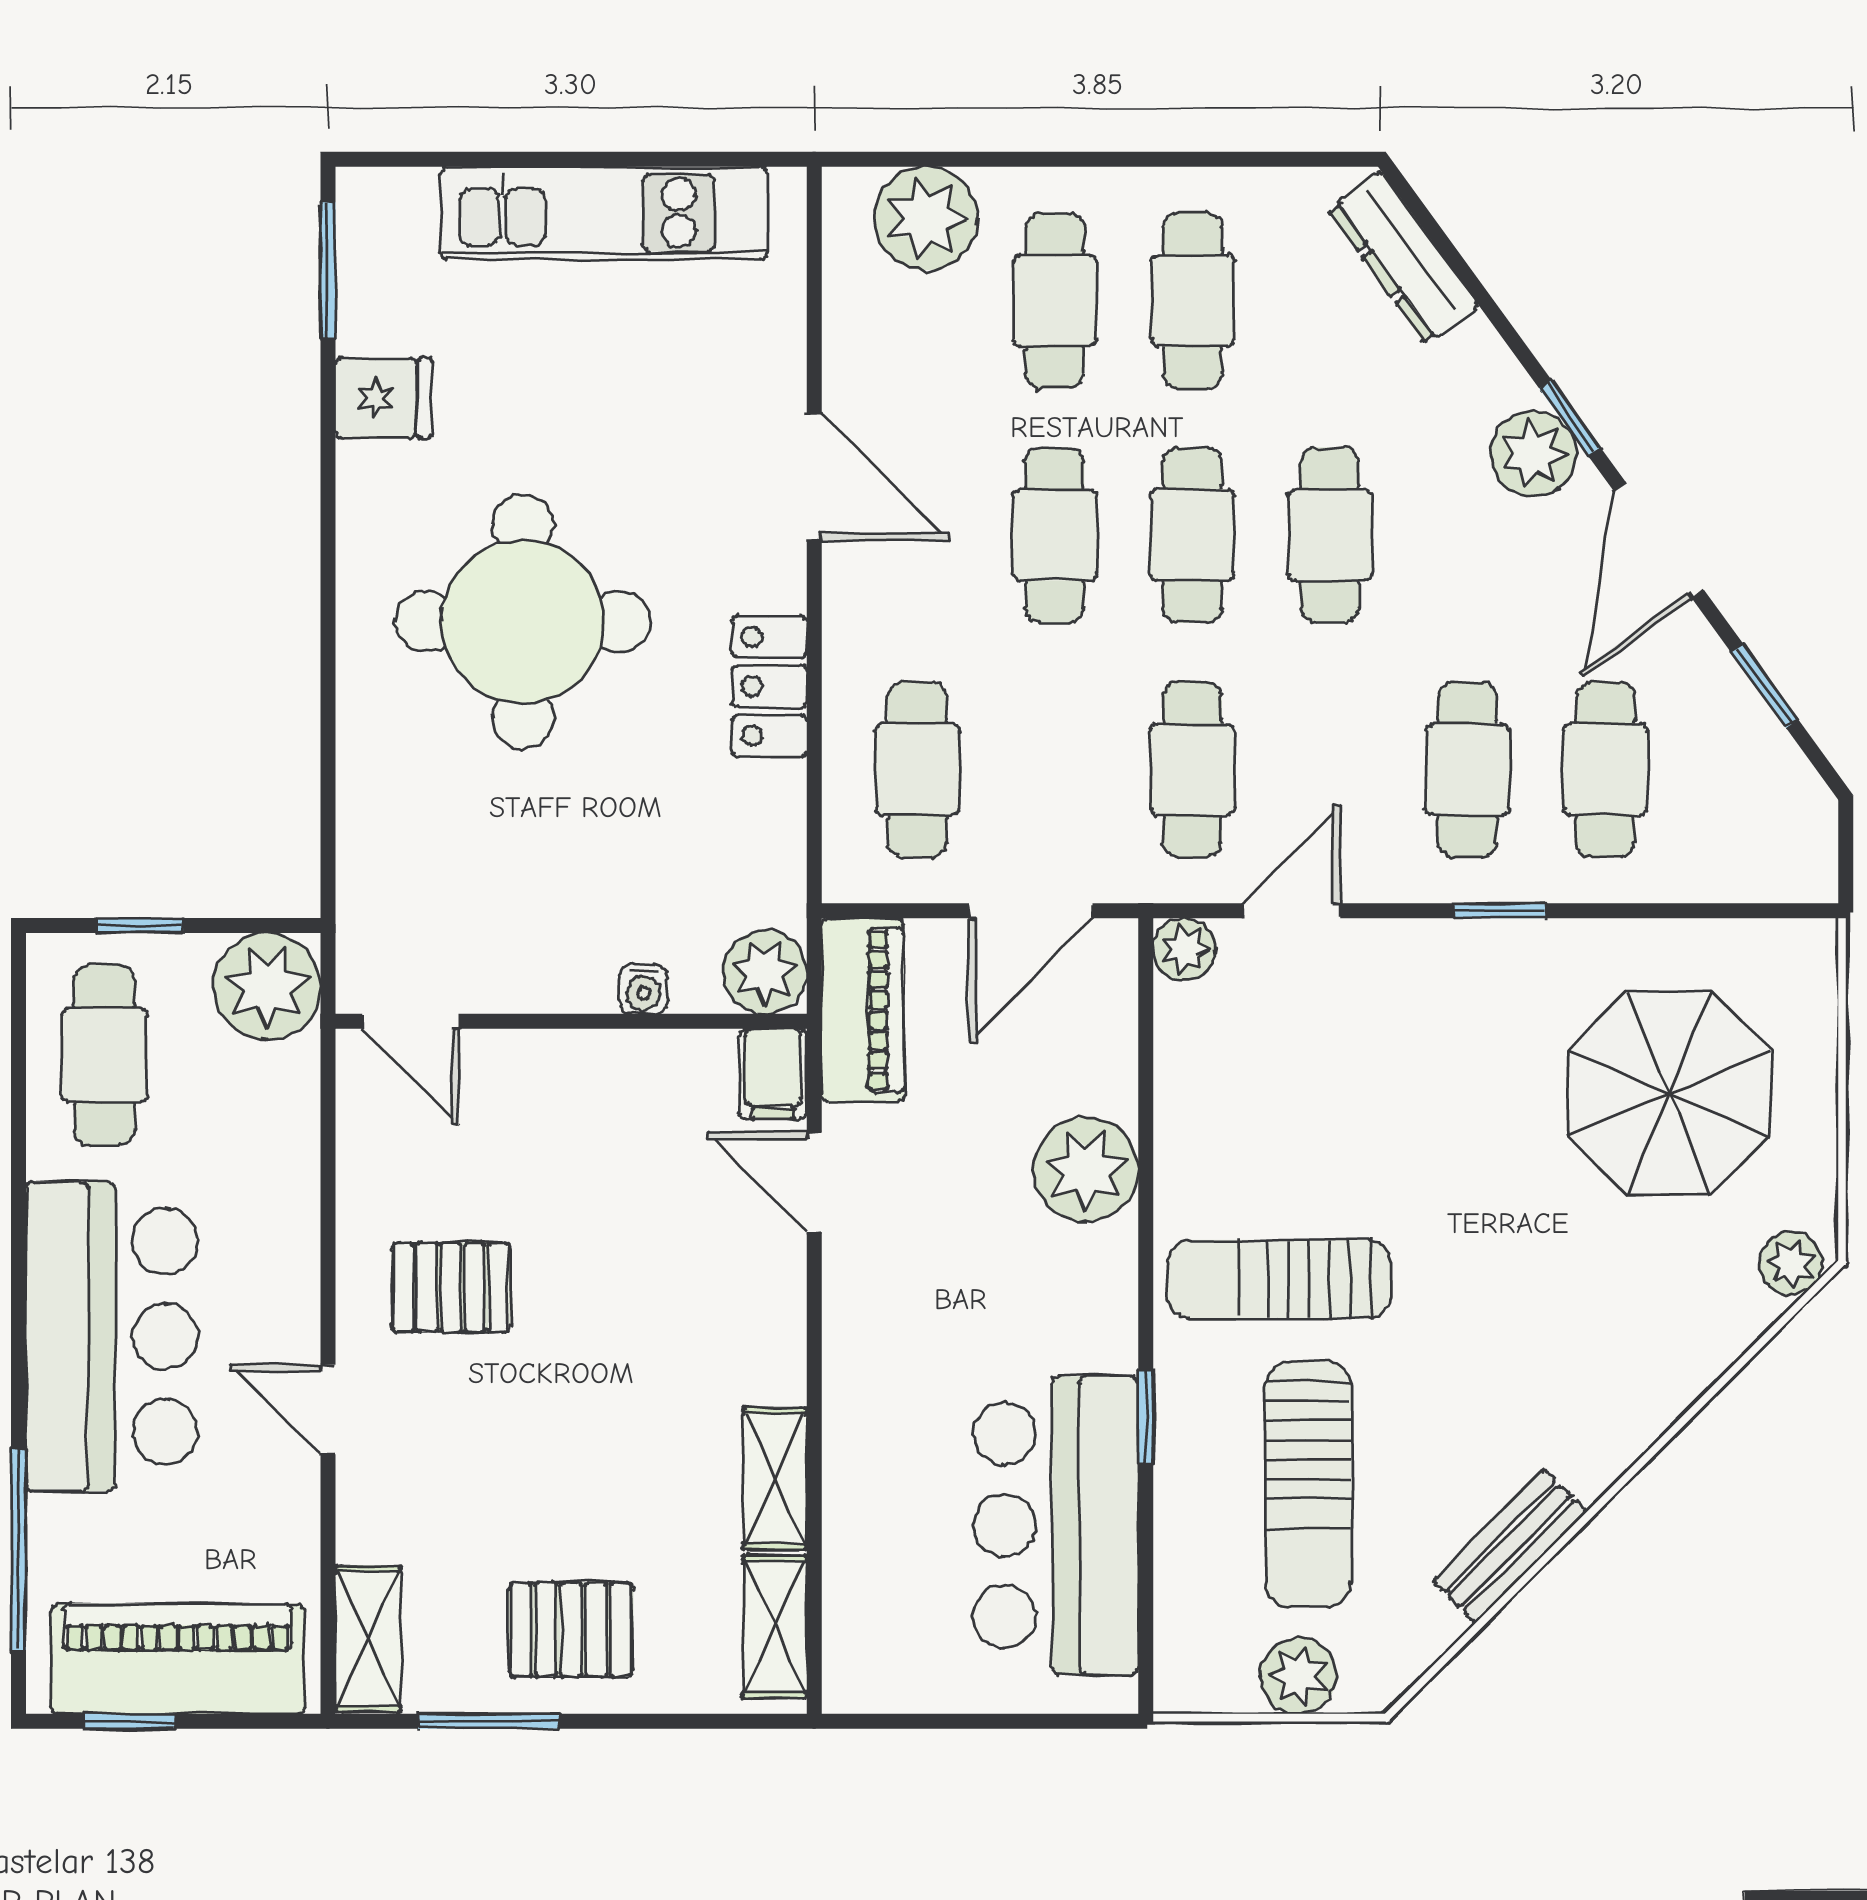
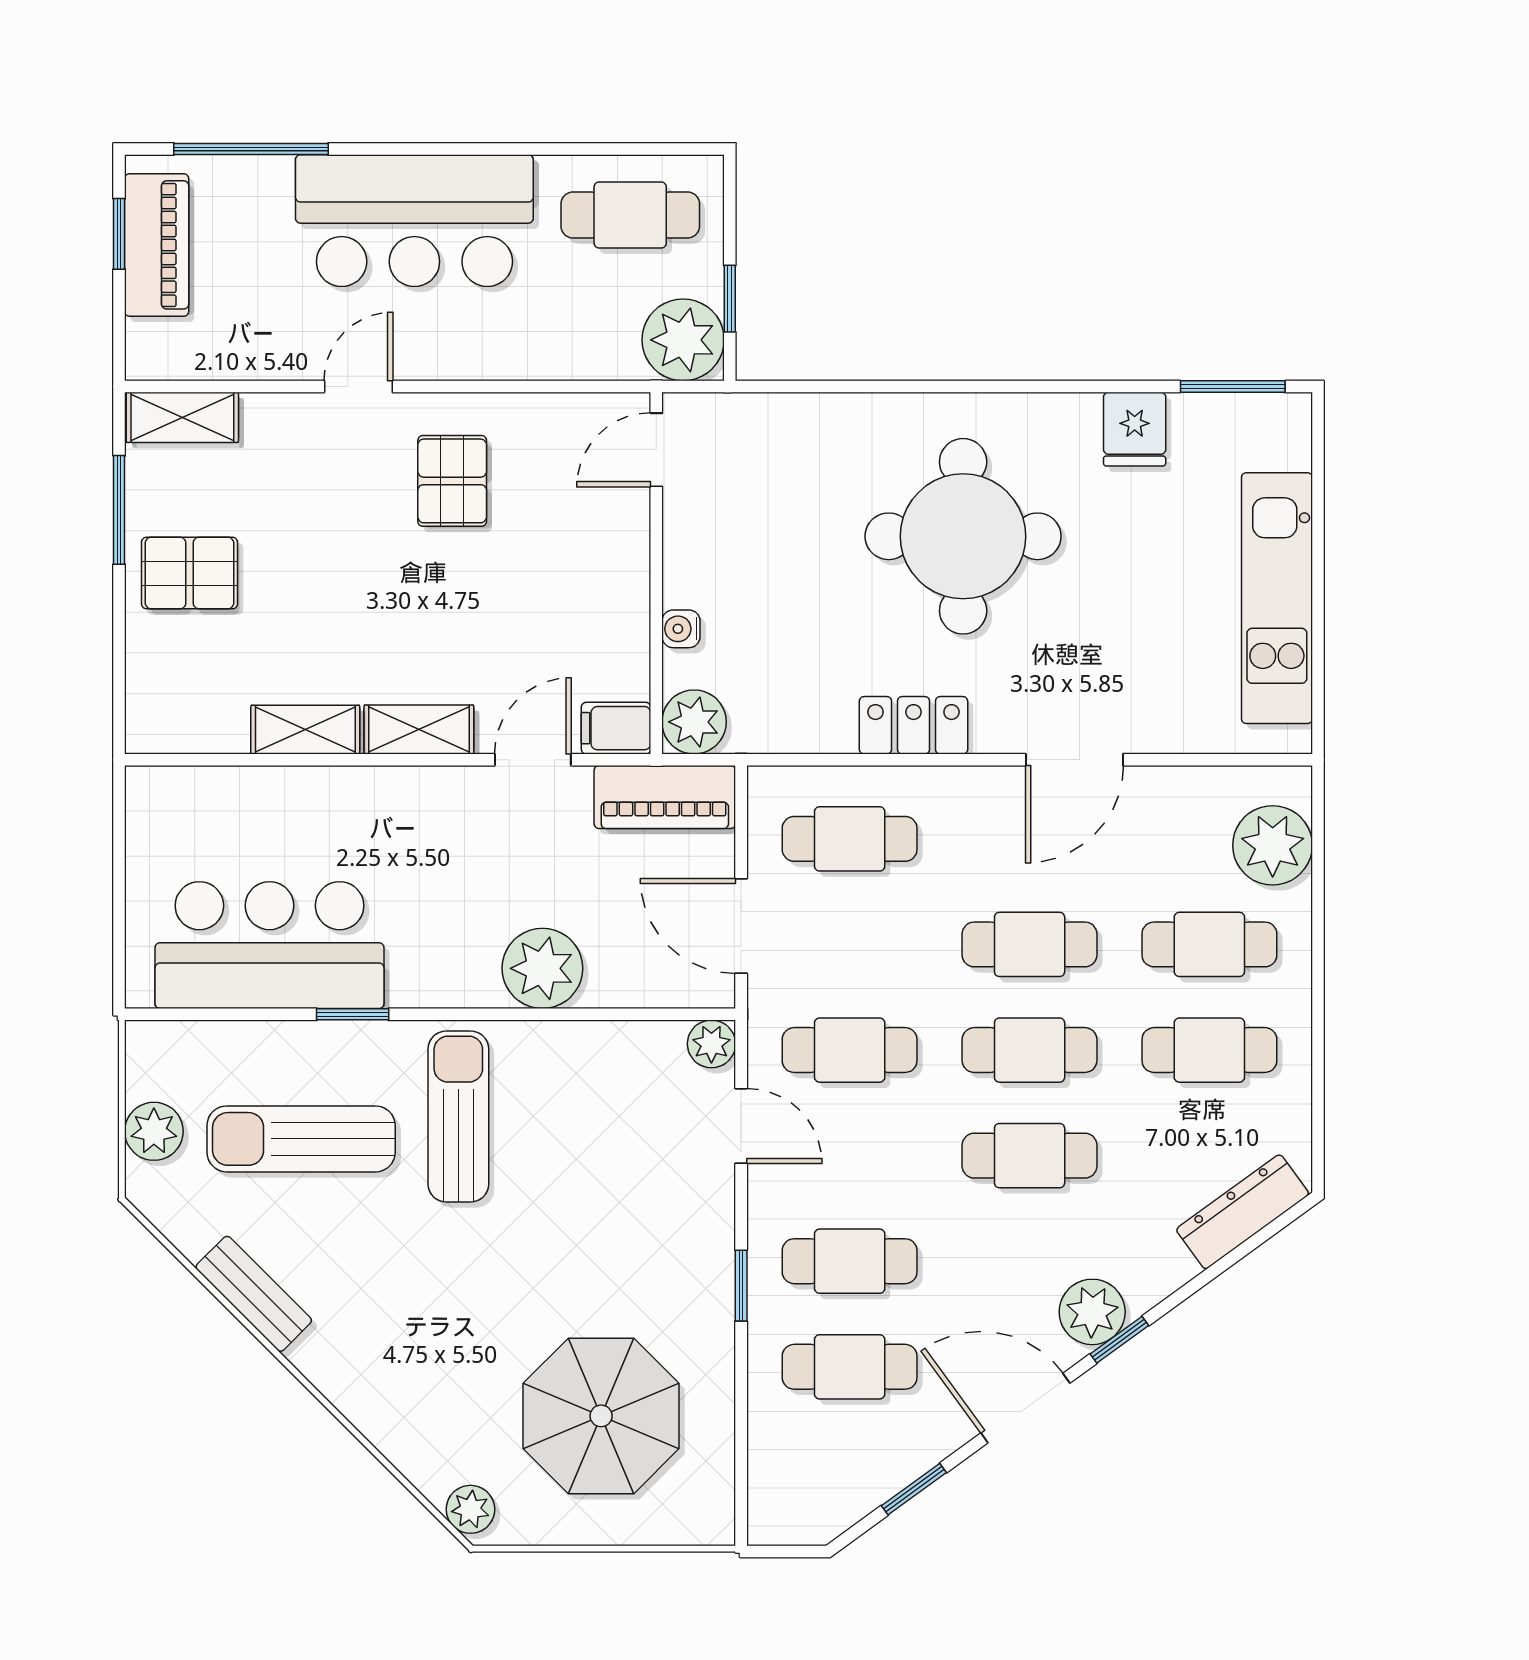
window: (140, 926) -> (730, 299), moved
shelving: (775, 1627) -> (419, 729), moved
pallet: (571, 1630) -> (190, 573), turned 90
piano: (177, 1659) -> (157, 245), width x0.73, depth x0.75

